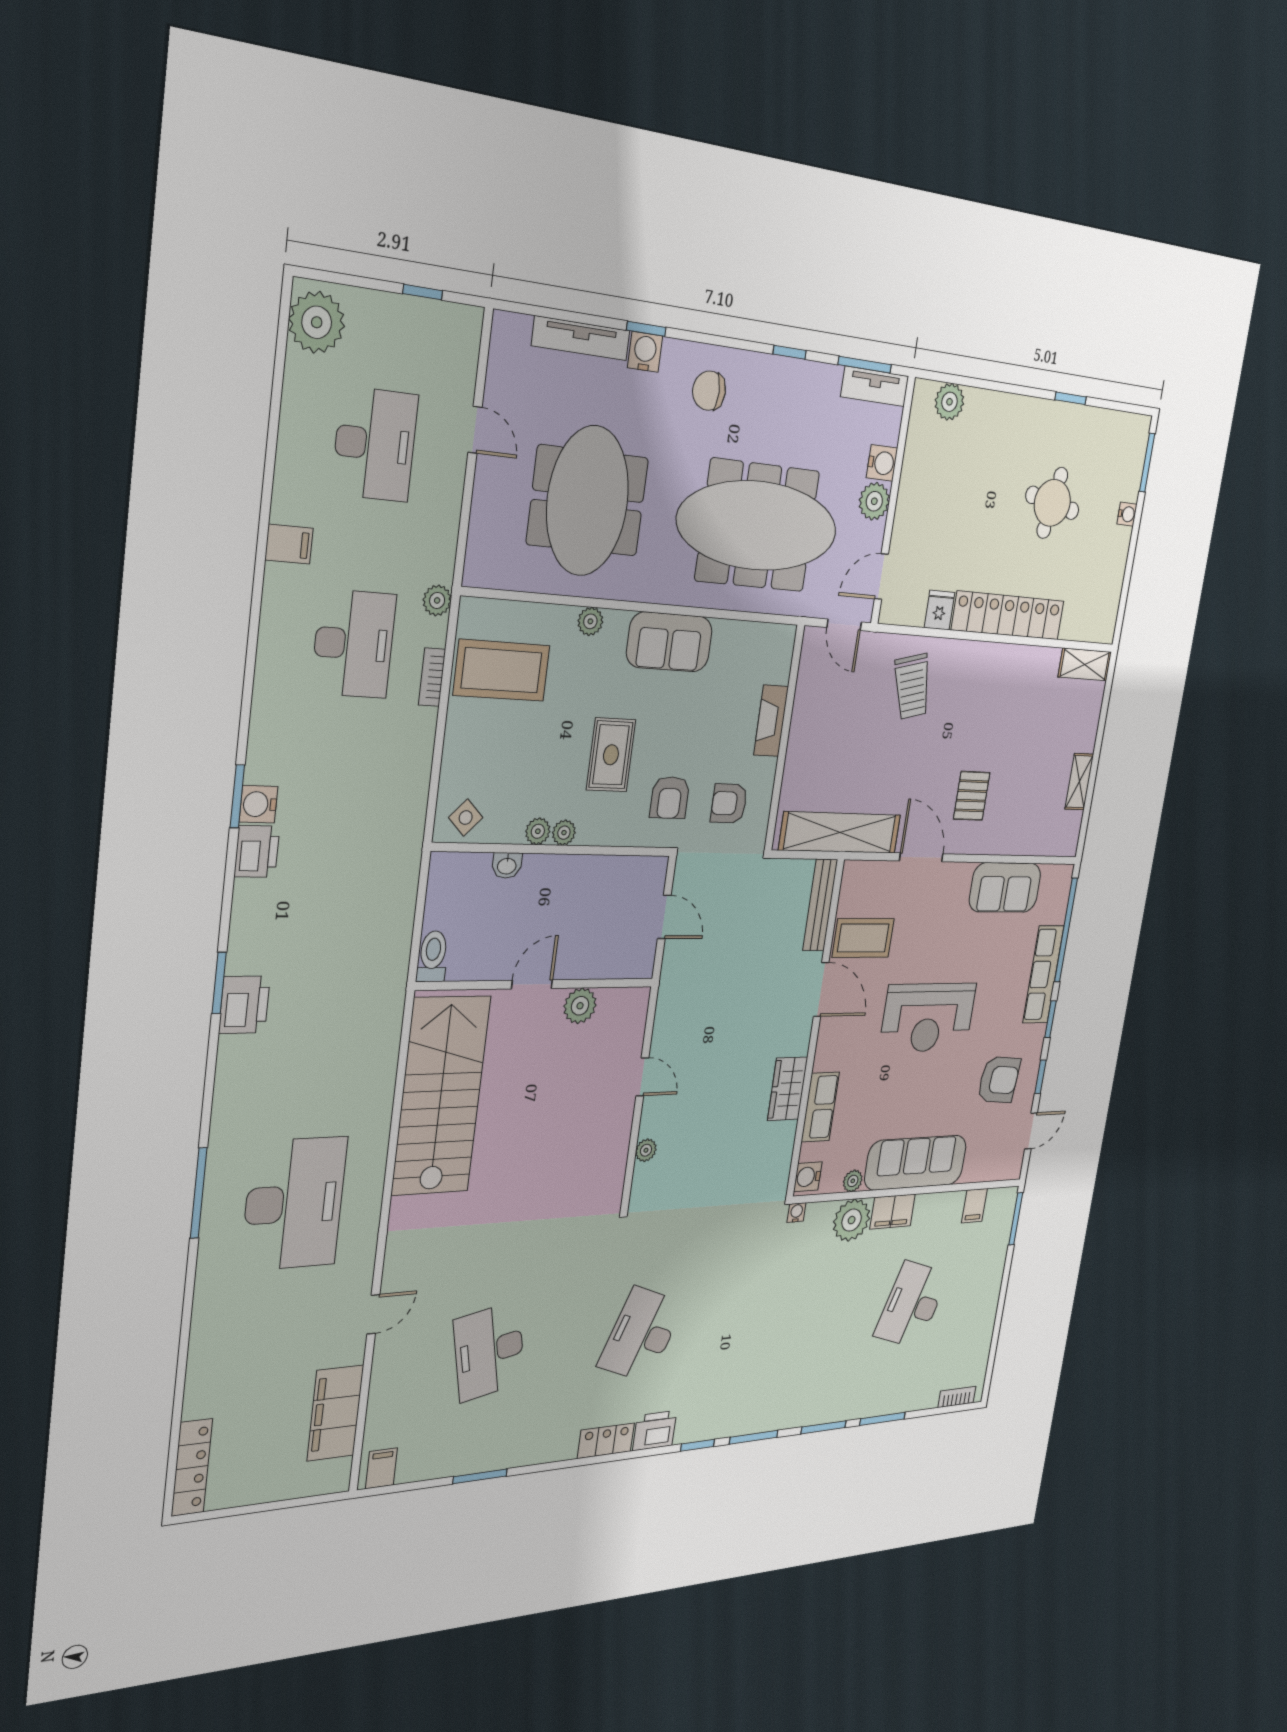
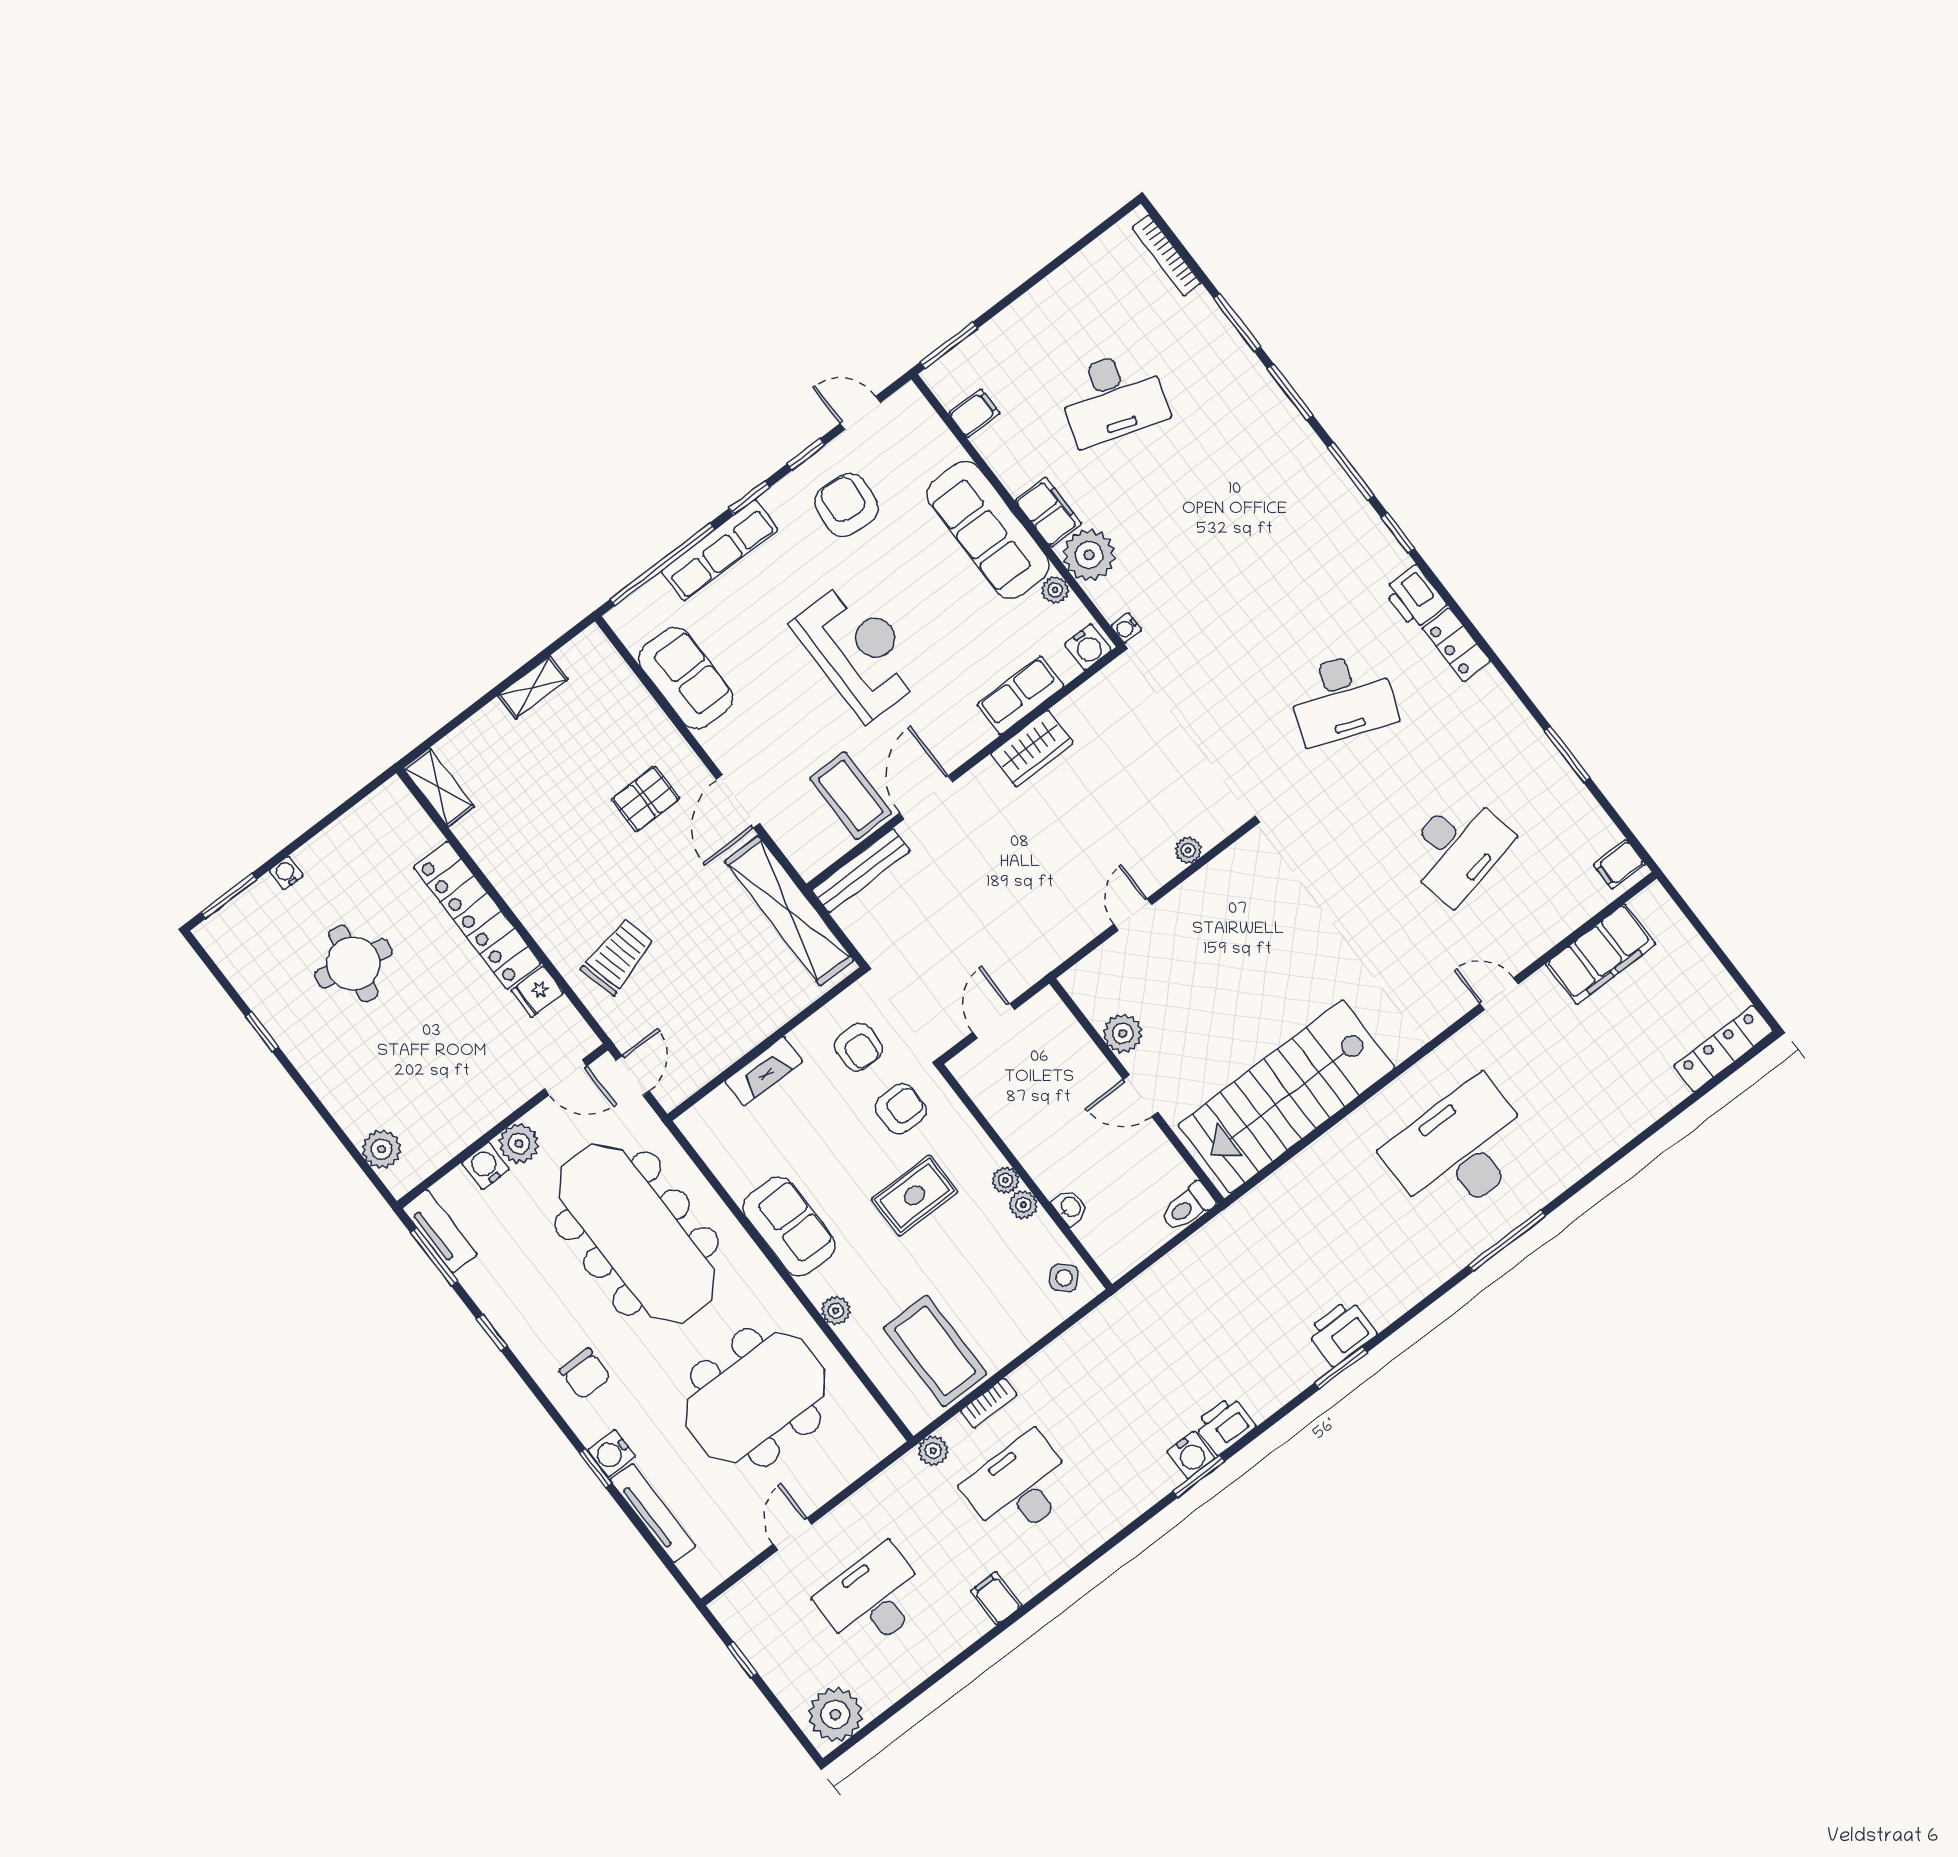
bookcase: (957, 1397) -> (1167, 256), width x1.56

